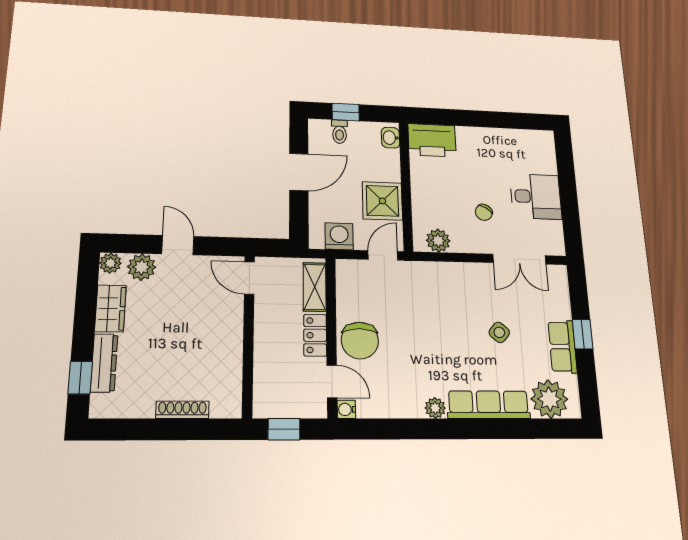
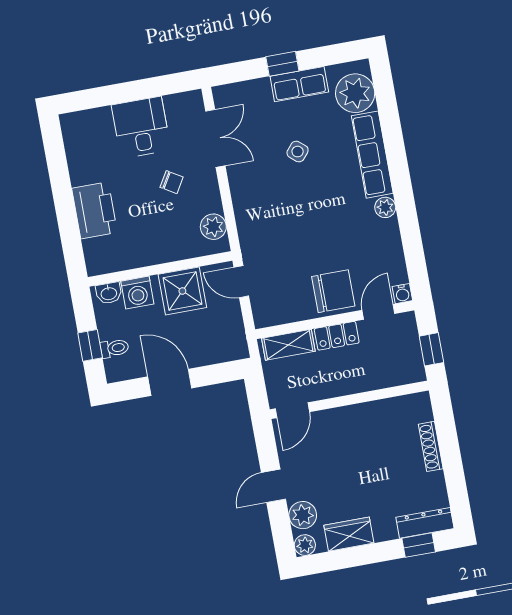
printer: (432, 140) -> (94, 210), moved
washing machine: (339, 236) -> (137, 293), moved, turned -90
dresser: (104, 363) -> (425, 523), moved

